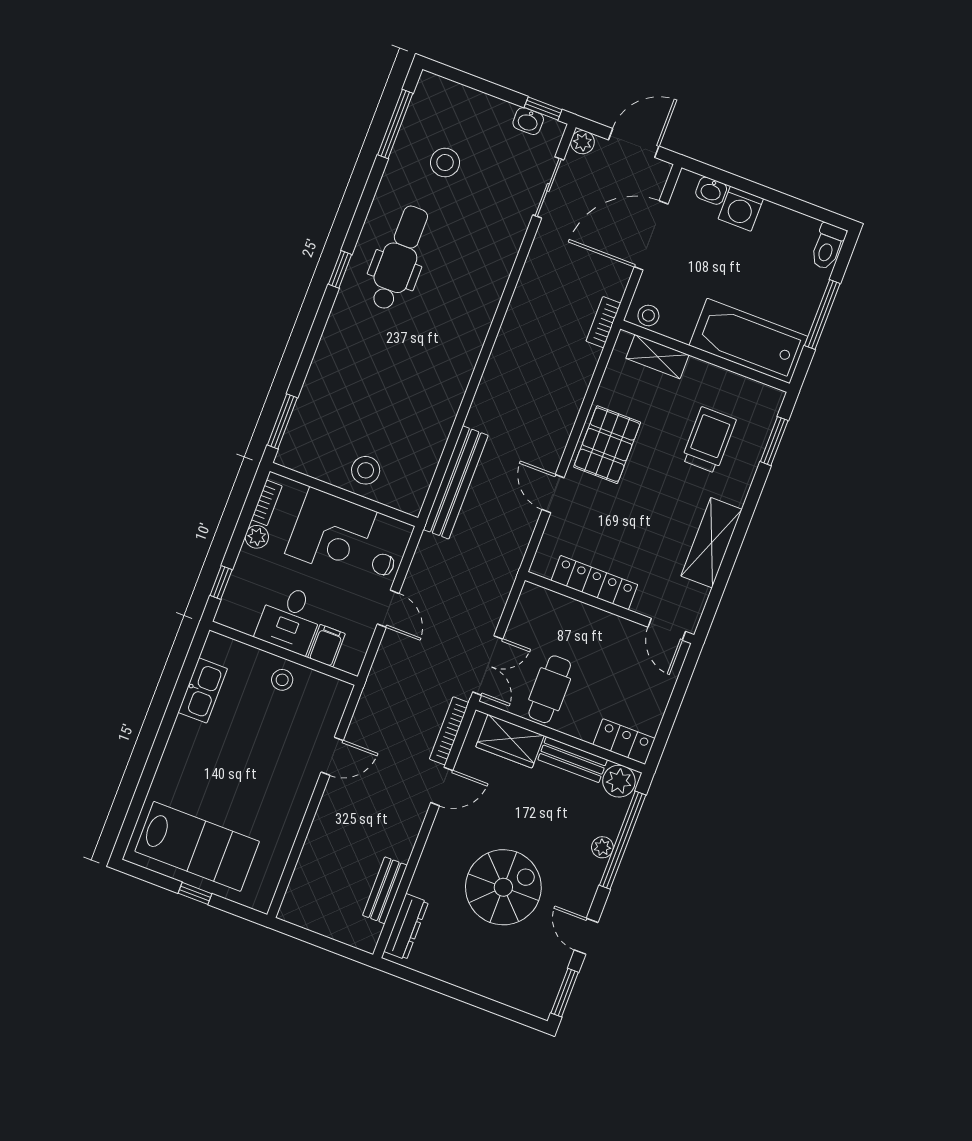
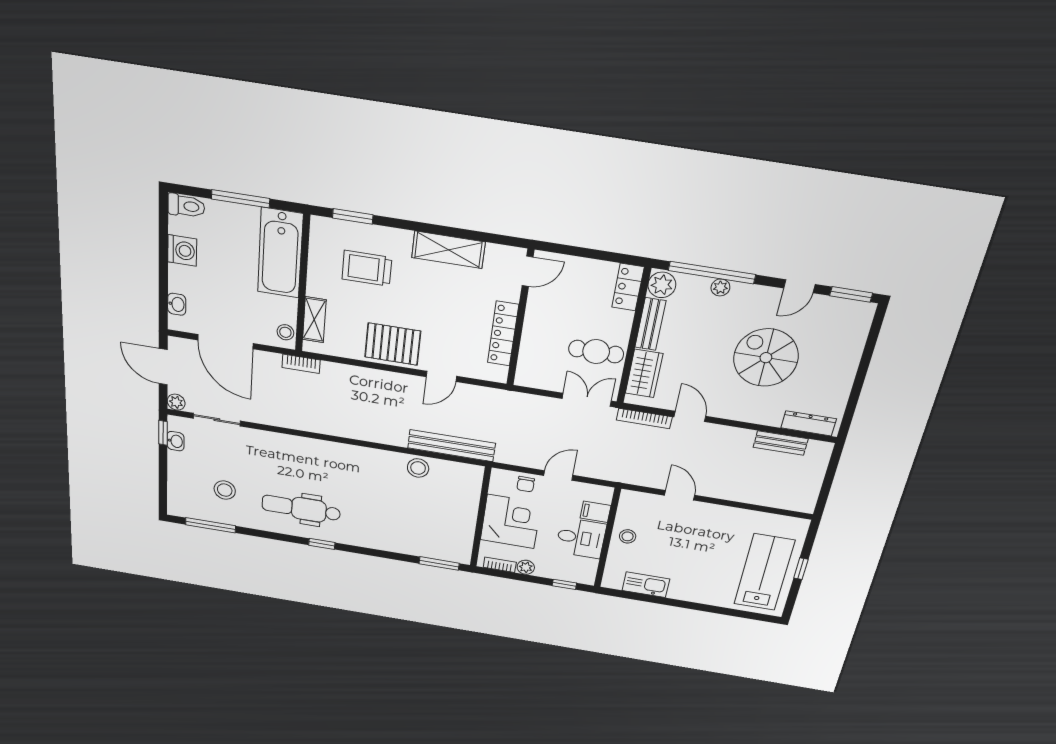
washing machine: (741, 209) -> (182, 250), moved
stool: (366, 470) -> (418, 468), moved

